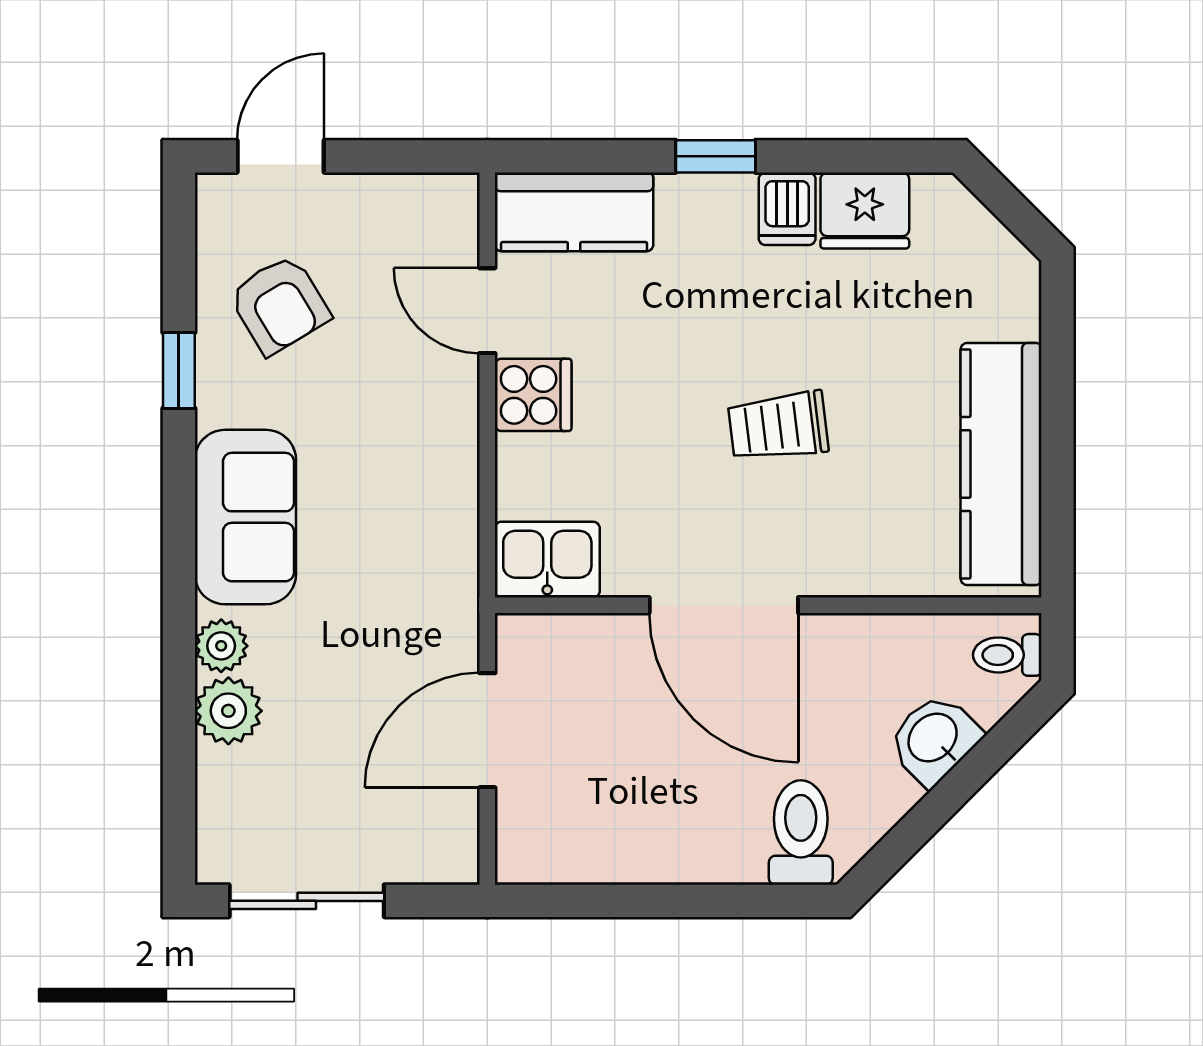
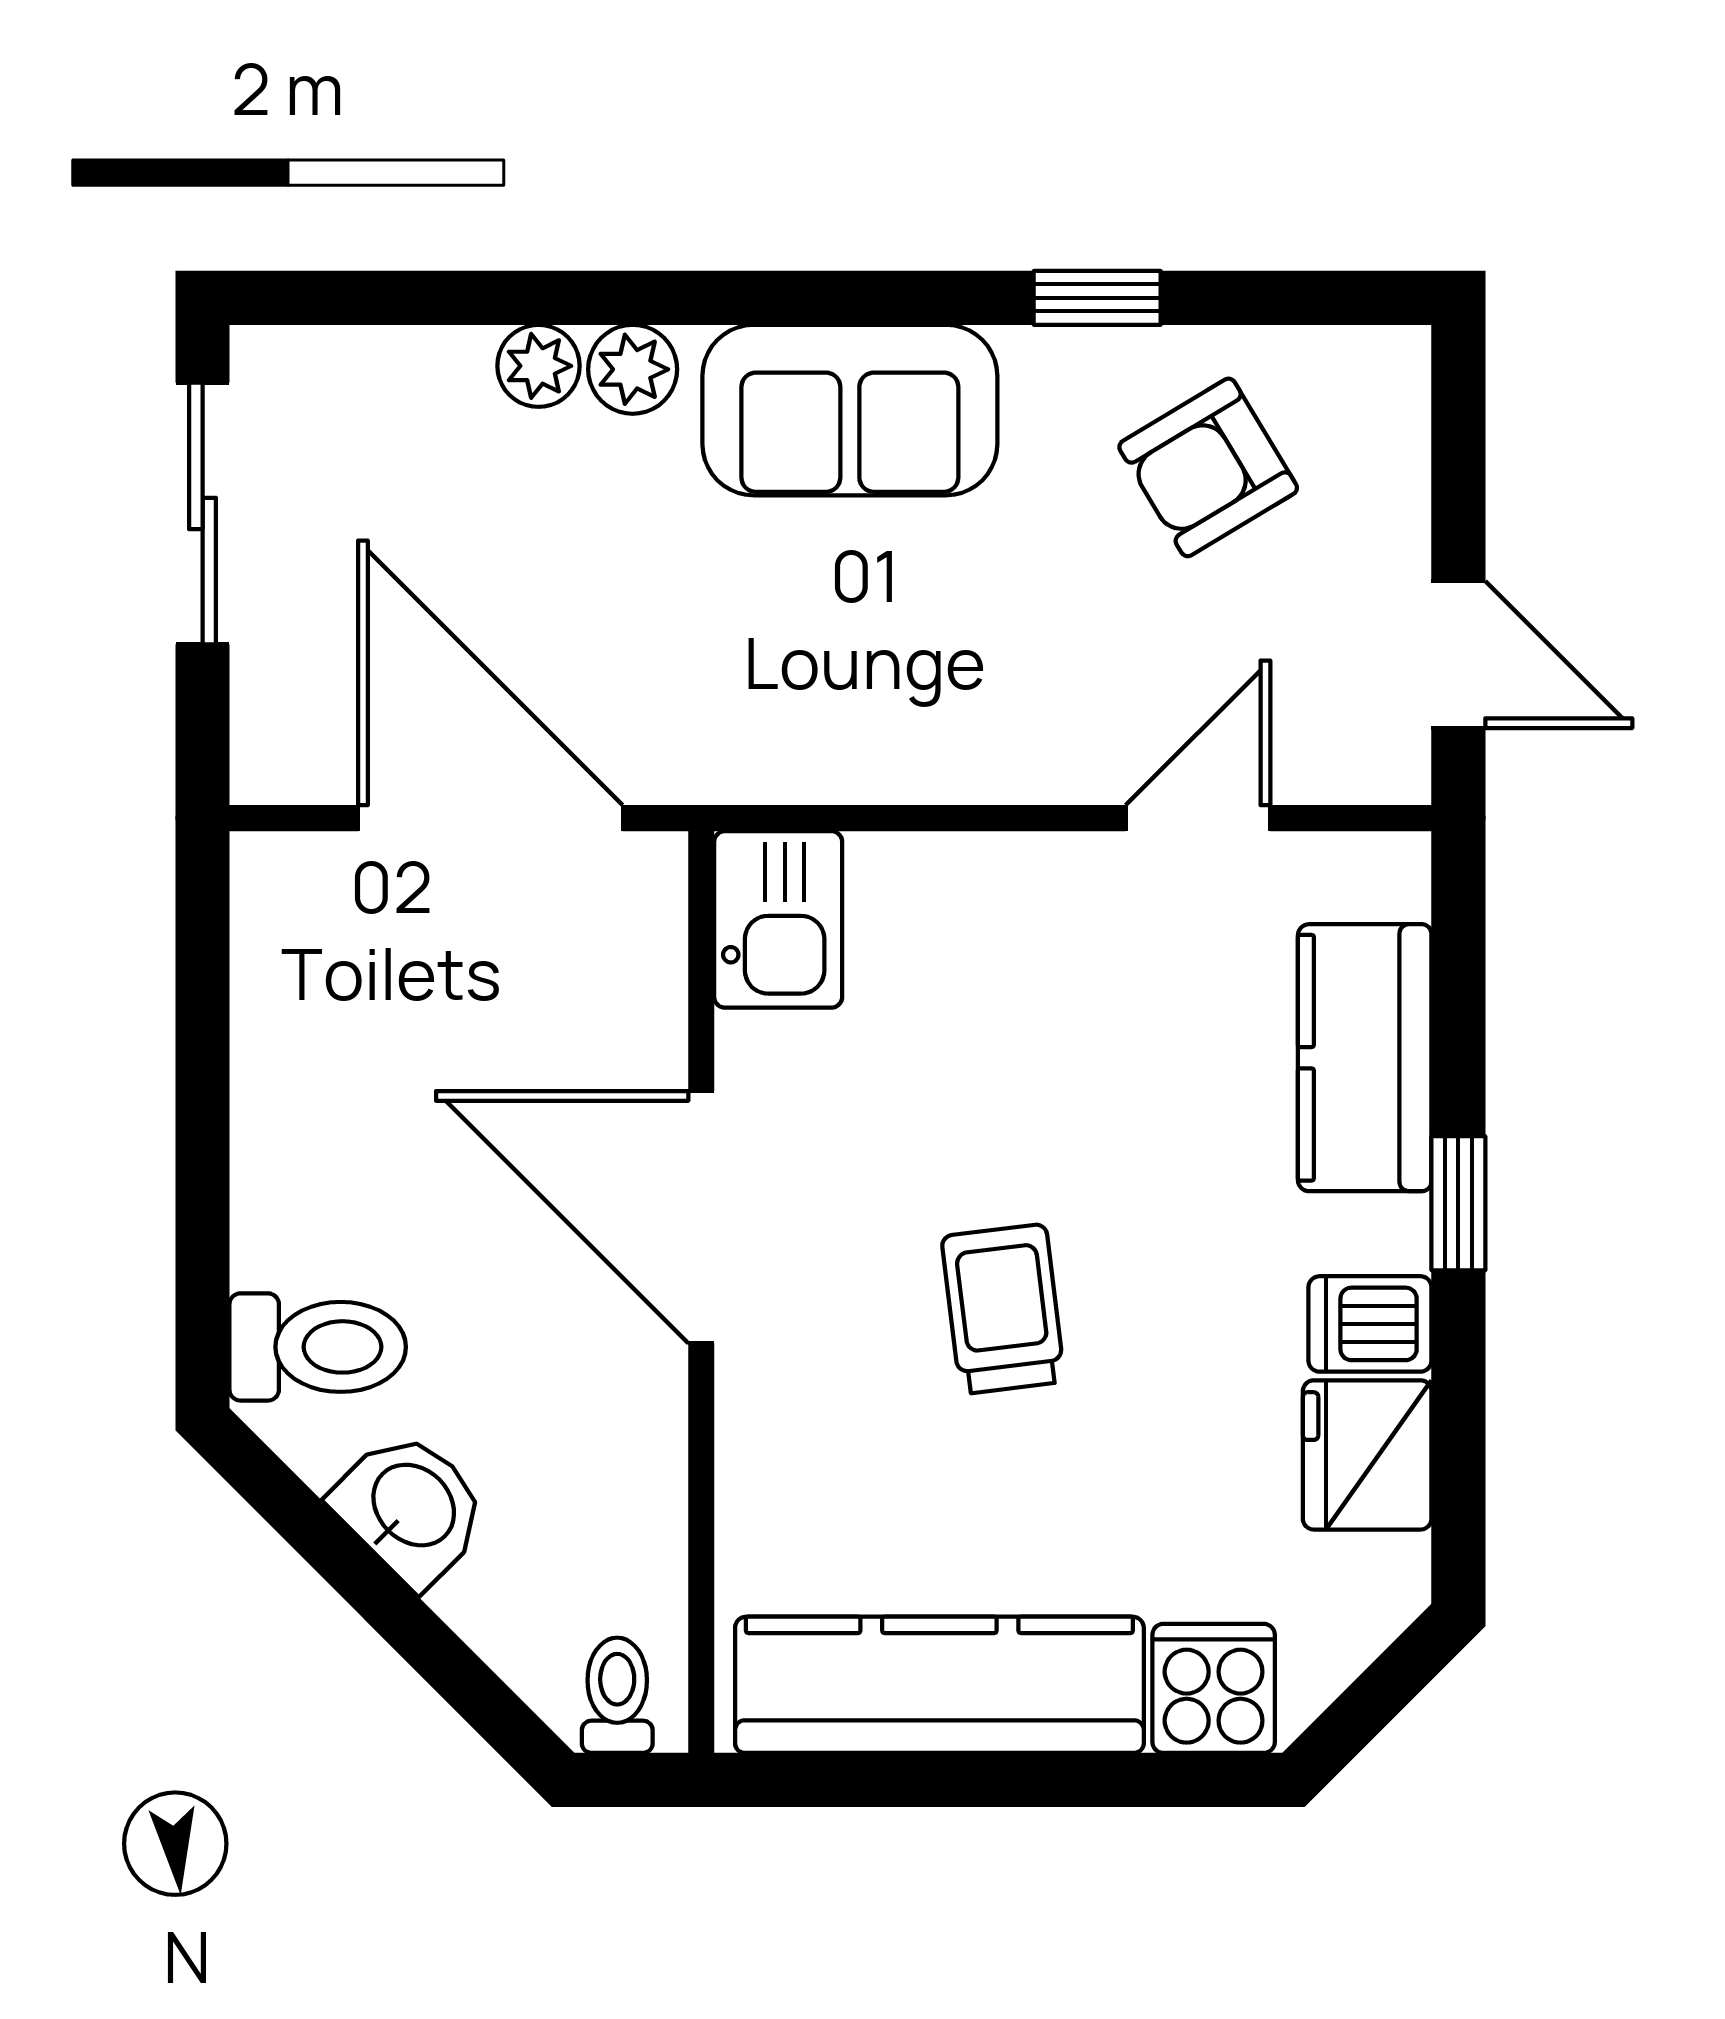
door: (281, 156) -> (1458, 655), moved
kitchen counter: (574, 212) -> (1365, 1058), moved
cooker: (533, 395) -> (1214, 1688), moved, turned 180
door: (724, 605) -> (701, 1217), hinge flipped
plant: (228, 711) -> (538, 366), width x0.73, depth x0.73
door: (487, 730) -> (490, 818), width x1.36
washbasin: (934, 739) -> (411, 1507), moved

